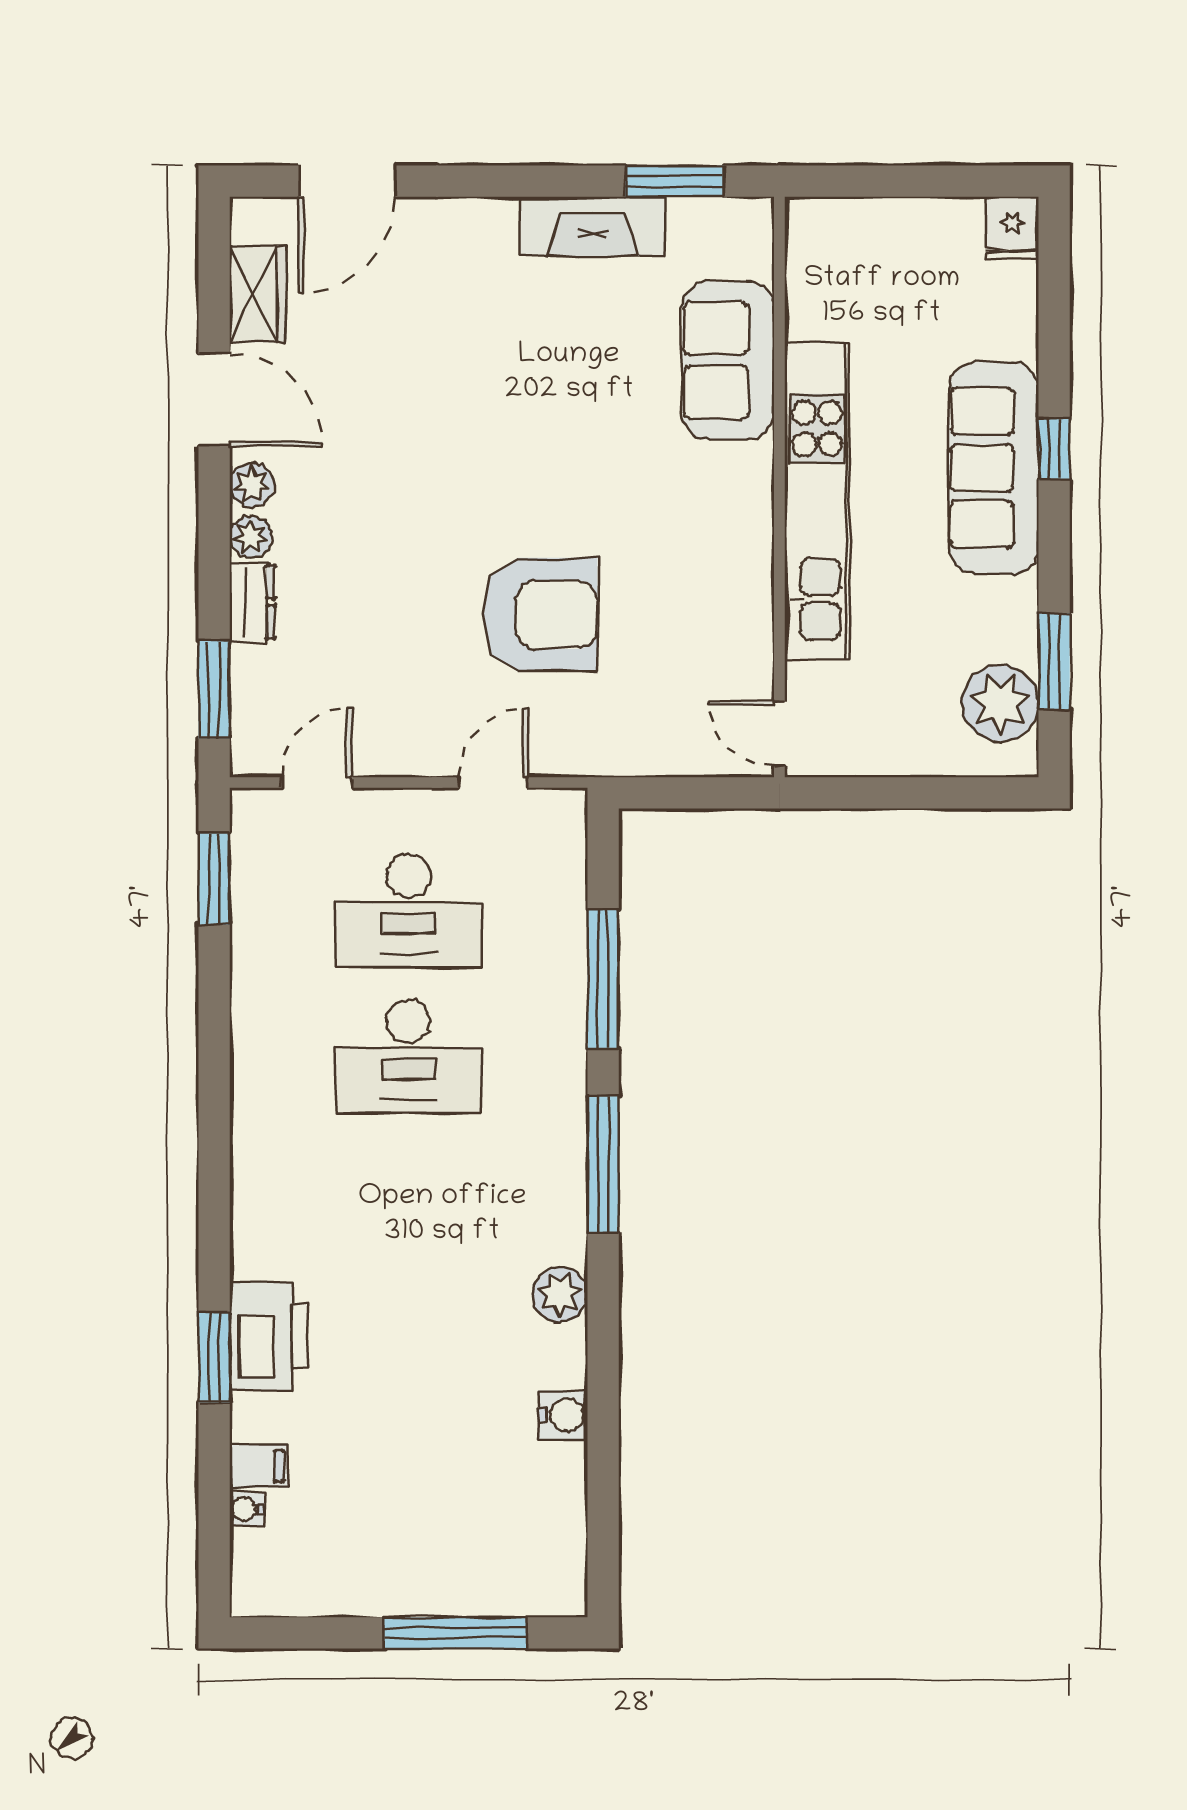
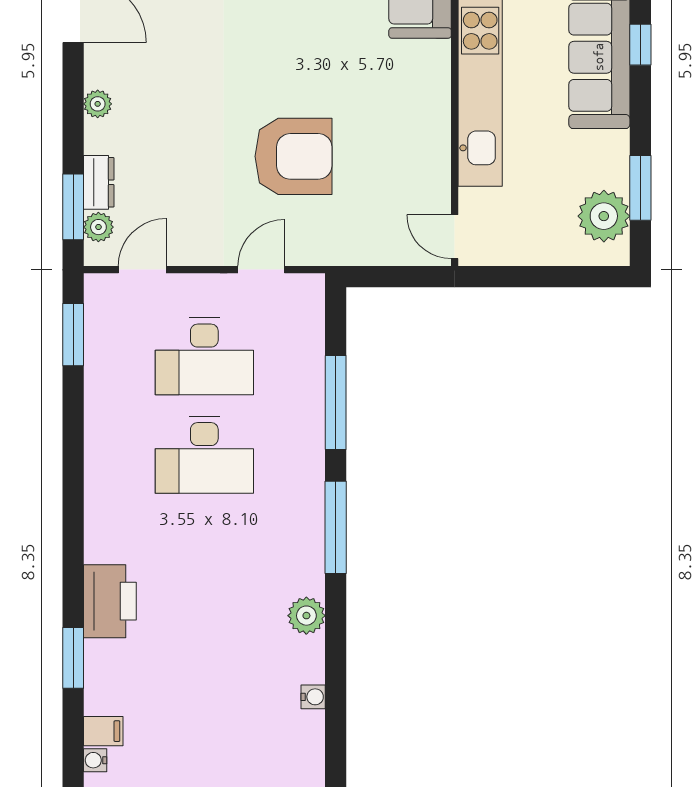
plant: (252, 485) -> (98, 227), moved
dresser: (252, 602) -> (99, 182), moved
printer: (269, 1336) -> (110, 601), moved
water cooler: (563, 1415) -> (313, 697), width x0.72, depth x0.72

